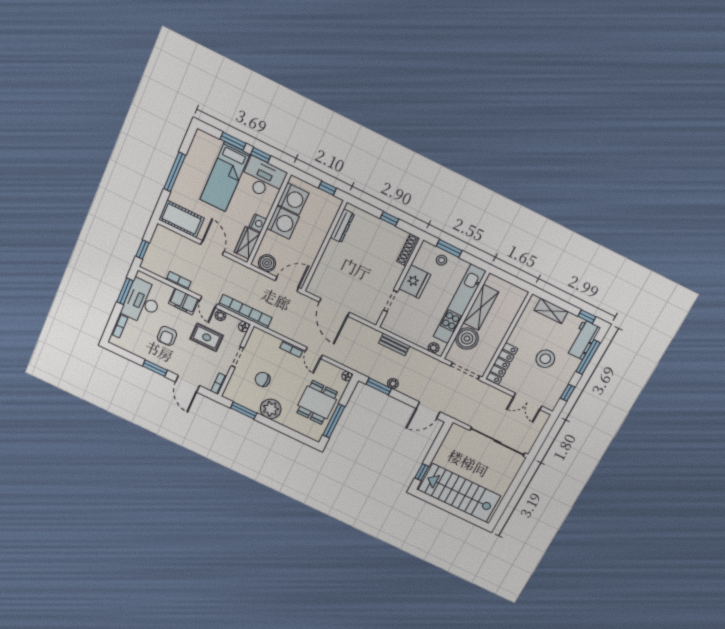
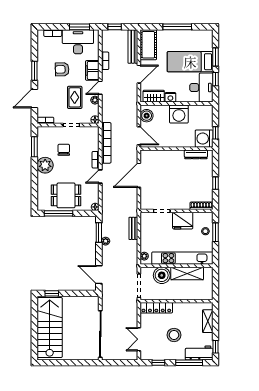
washing machine: (293, 199) -> (204, 139), moved, turned 90
bench: (176, 239) -> (133, 47), added
bookcase: (245, 311) -> (106, 143), moved

